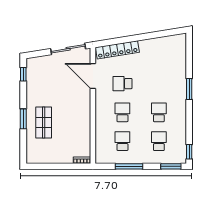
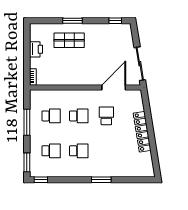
locker: (117, 50) -> (142, 132), moved
printer: (53, 157) -> (36, 49), added

